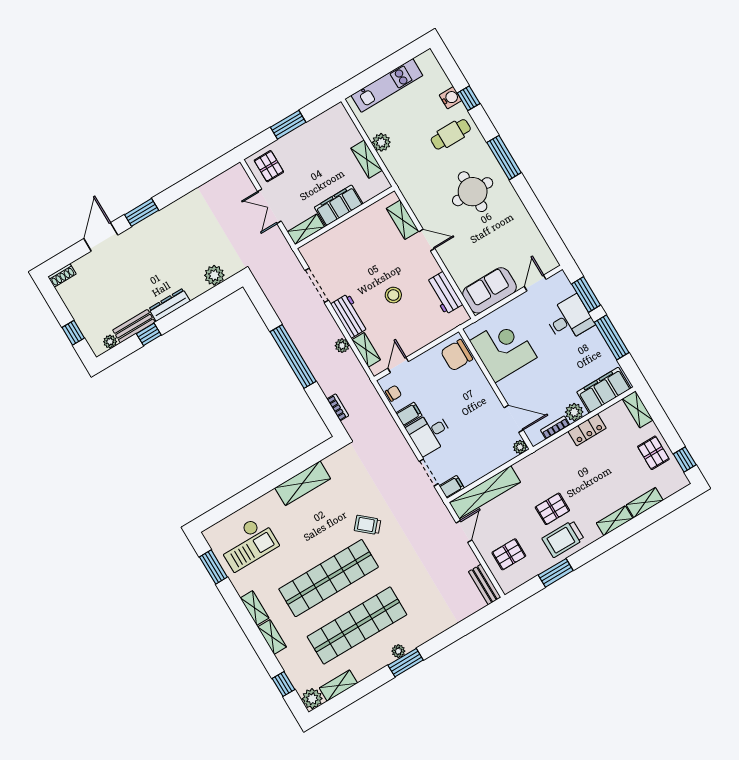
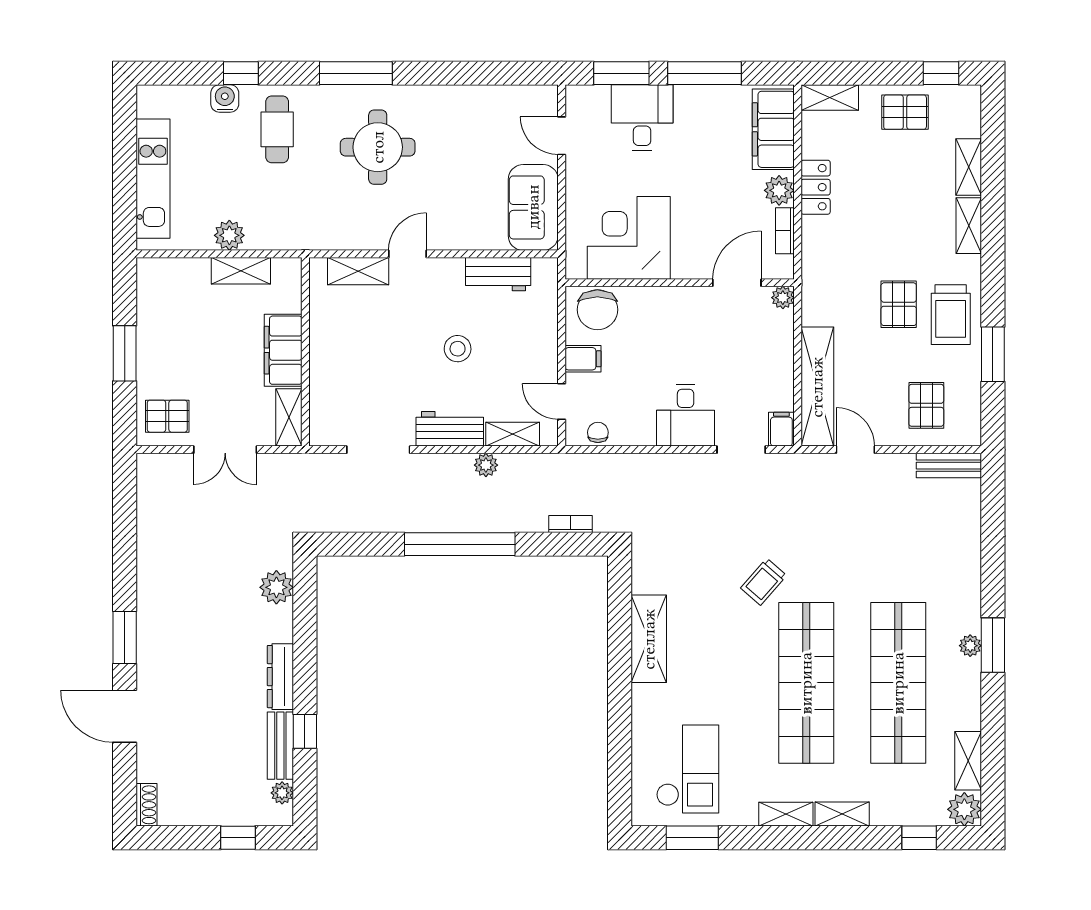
filing cabinet: (409, 414) -> (583, 359), moved, turned 90

